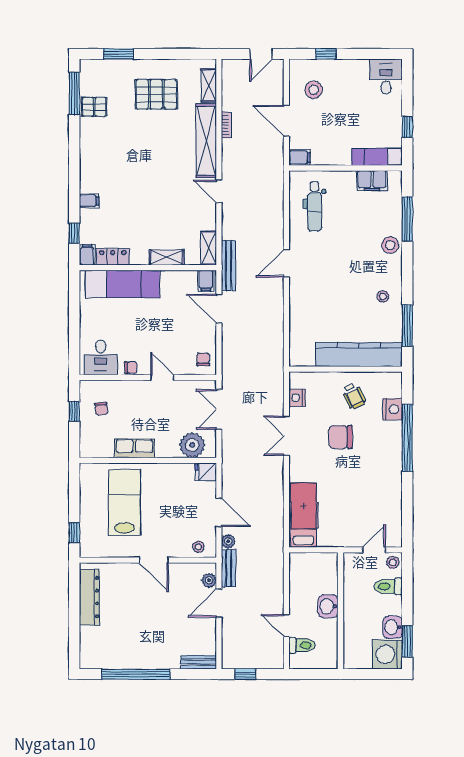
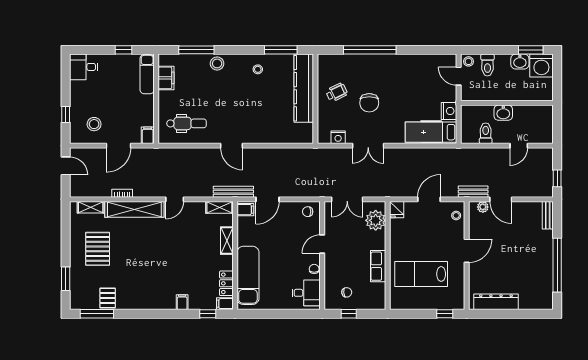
nightstand: (392, 409) -> (449, 111), moved, turned 90
plant: (228, 541) -> (452, 192), removed
toilet: (302, 645) -> (486, 133), moved

